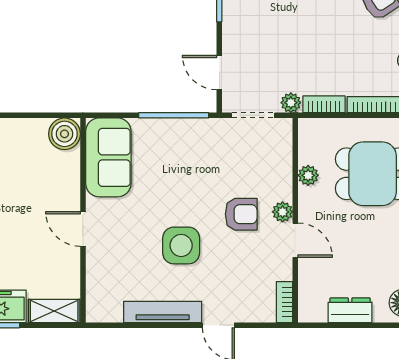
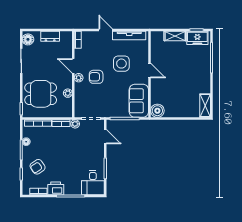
boiler: (65, 134) -> (157, 111), moved
sofa: (108, 157) -> (139, 101), moved
wall: (83, 220) -> (150, 74), moved
door: (83, 229) -> (150, 71), moved

